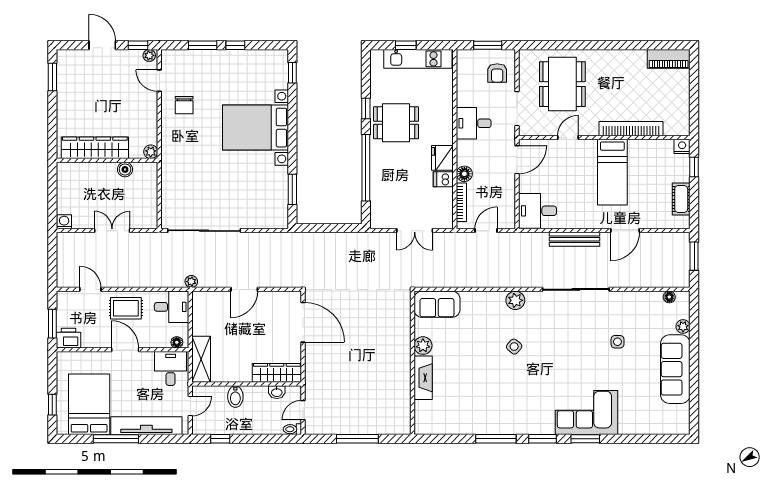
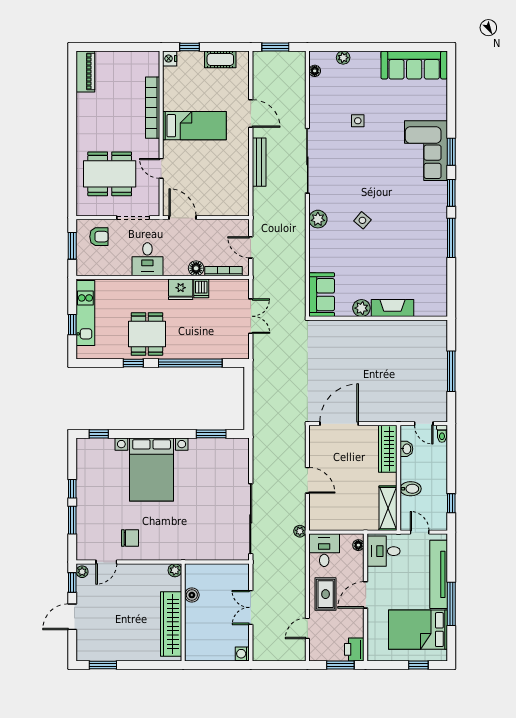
desk: (537, 211) -> (232, 198), removed
shelving: (201, 359) -> (388, 508), moved, turned 90
sofa: (675, 369) -> (414, 65), moved

